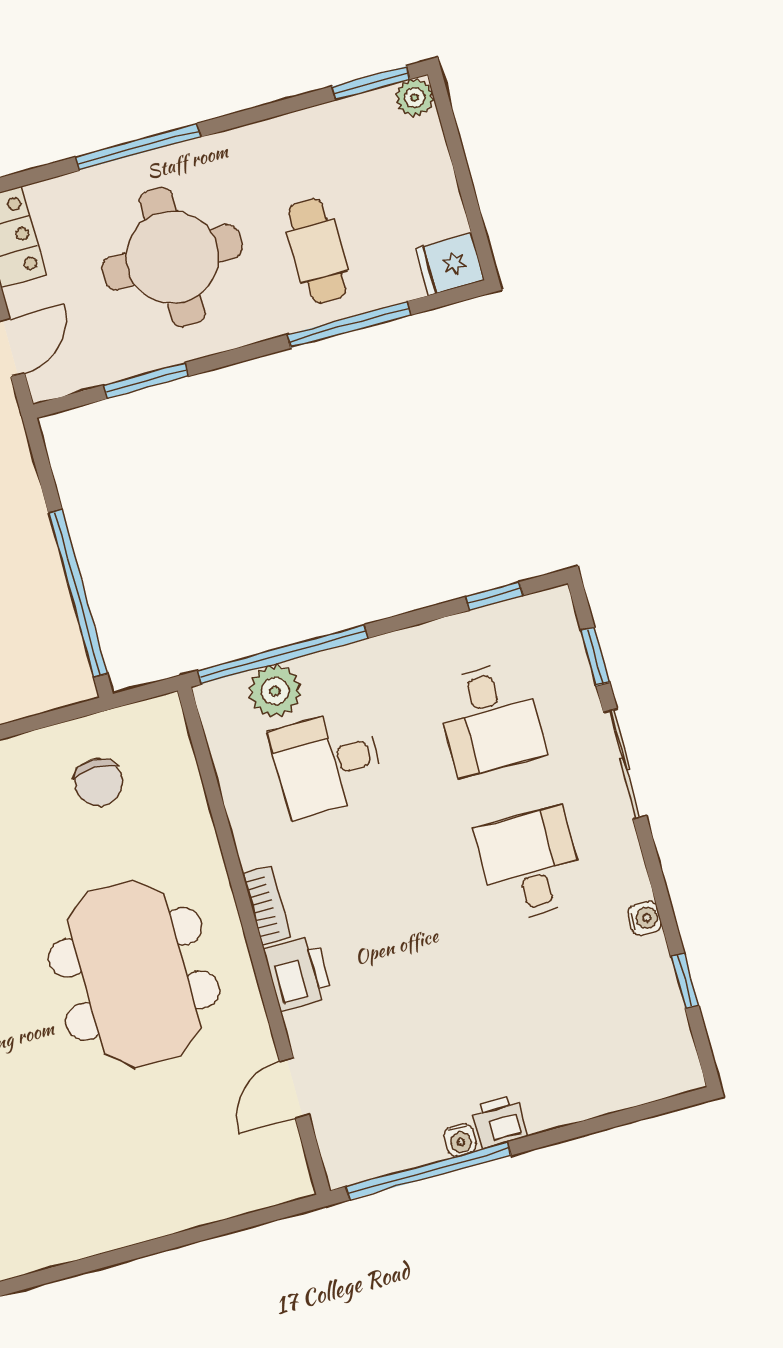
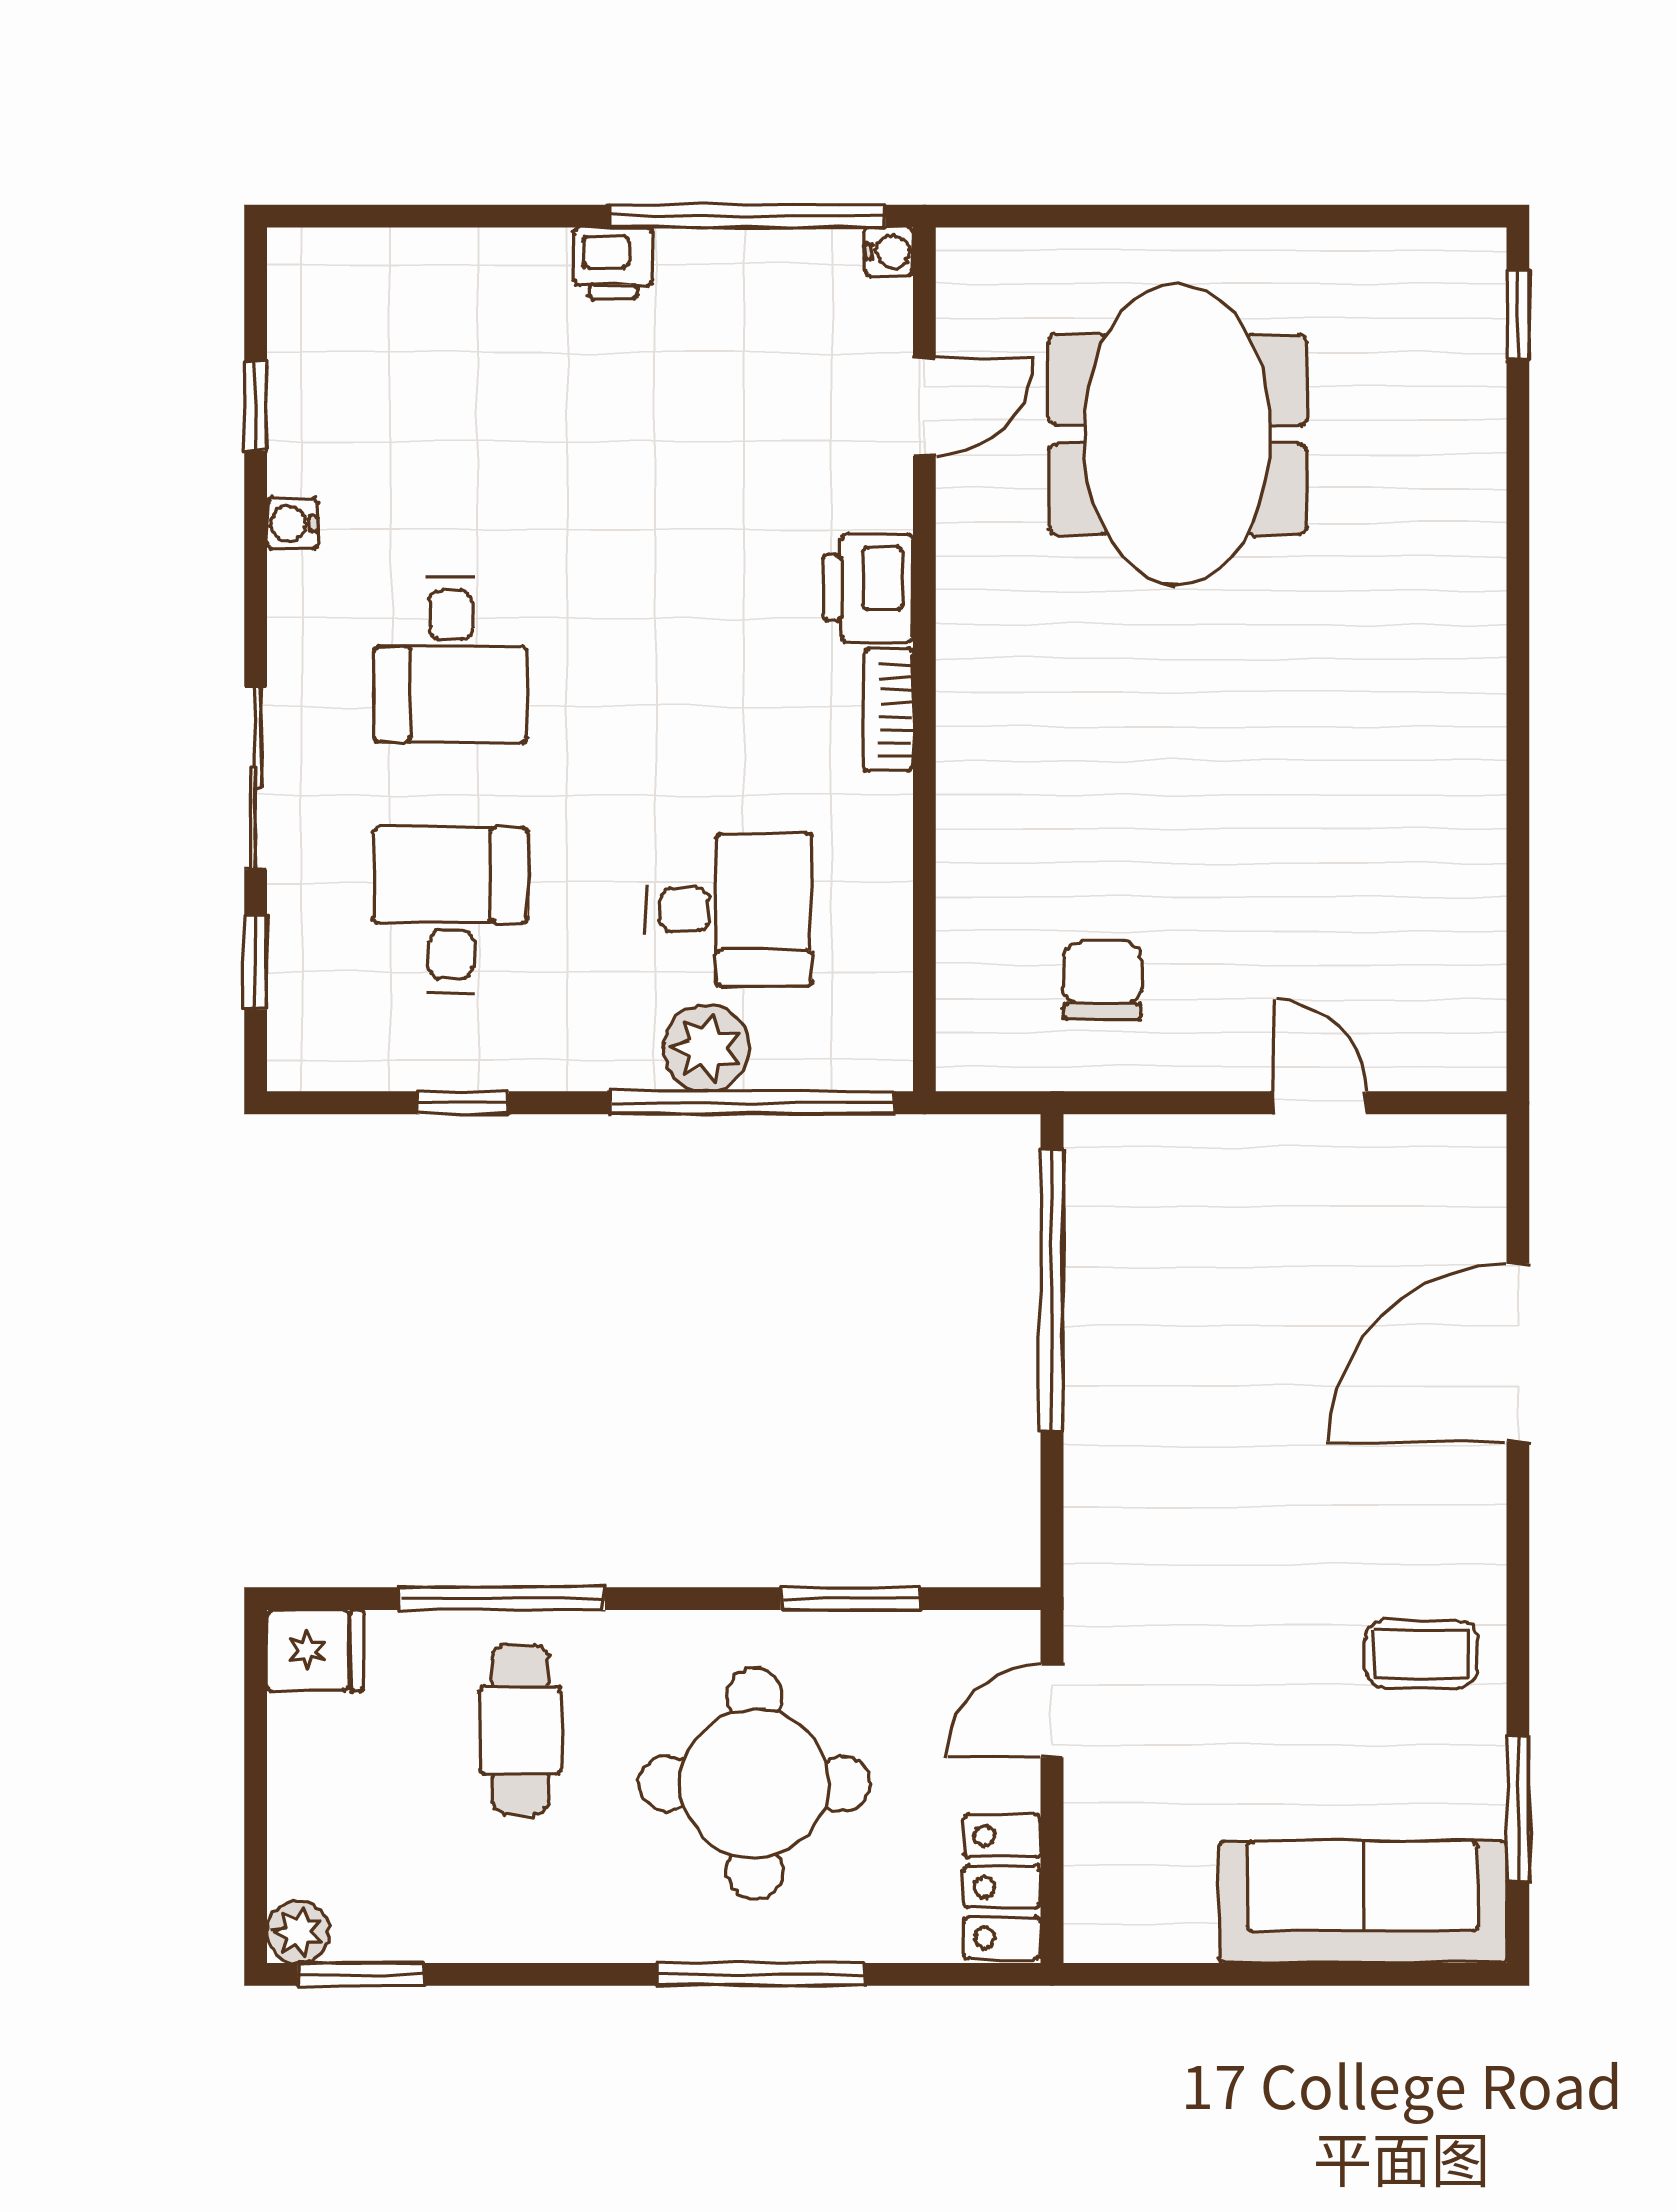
window: (494, 596) -> (463, 1103), moved
plant: (275, 691) -> (706, 1048), moved
meeting table: (134, 974) -> (1177, 434), moved
water cooler: (460, 1140) -> (889, 252), moved, turned 90

